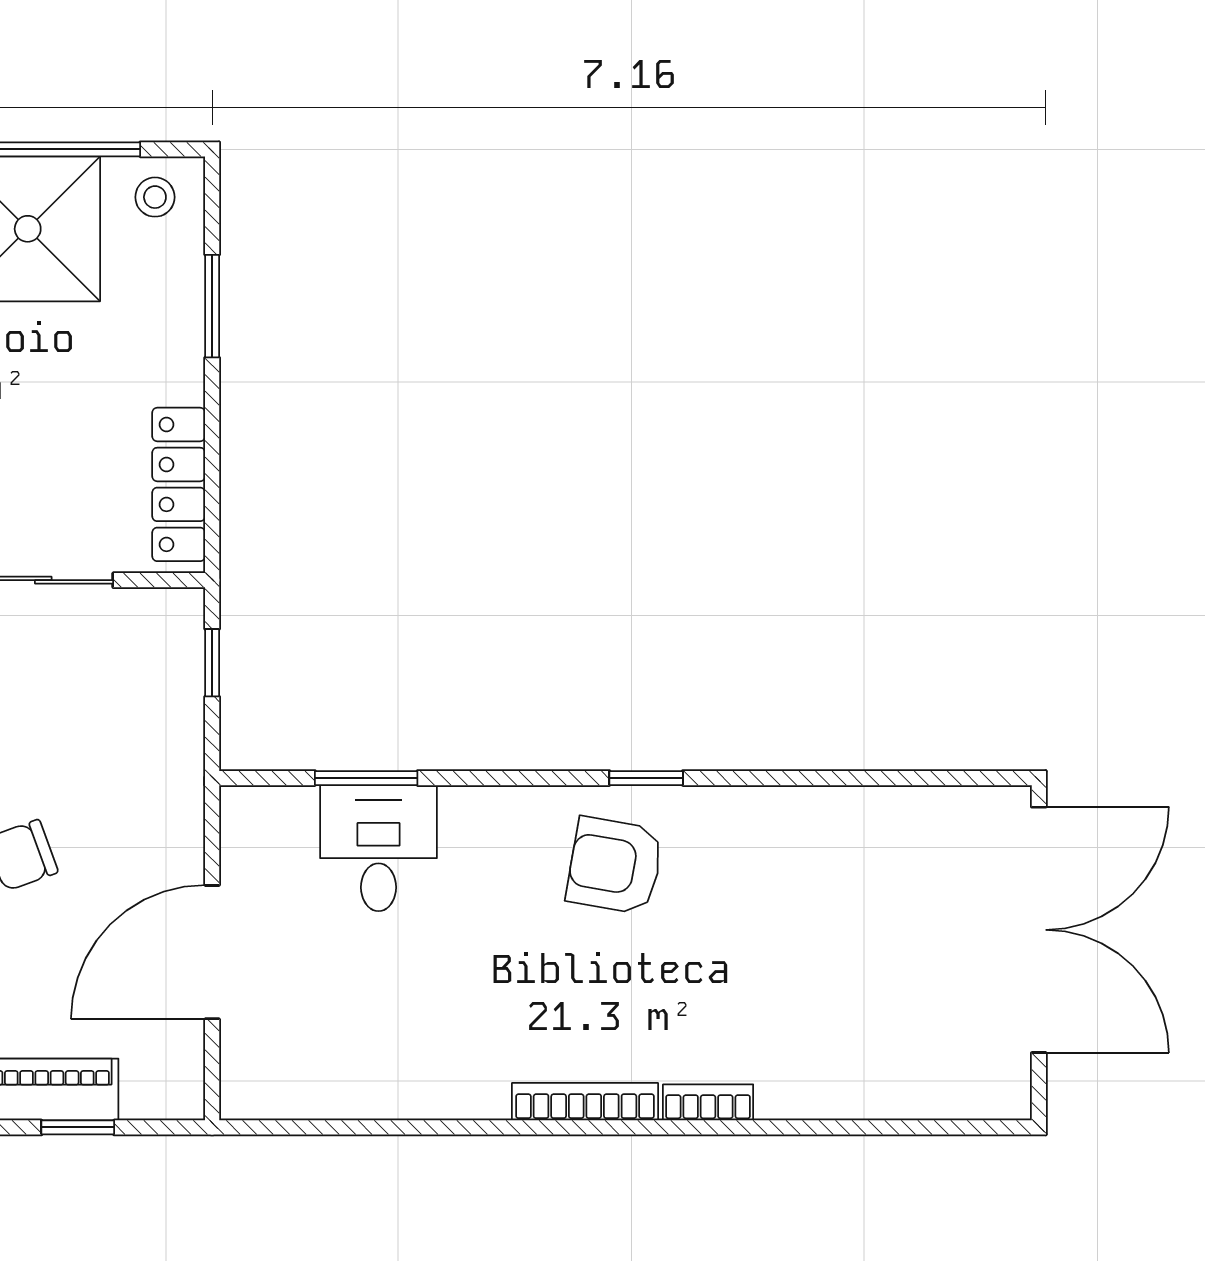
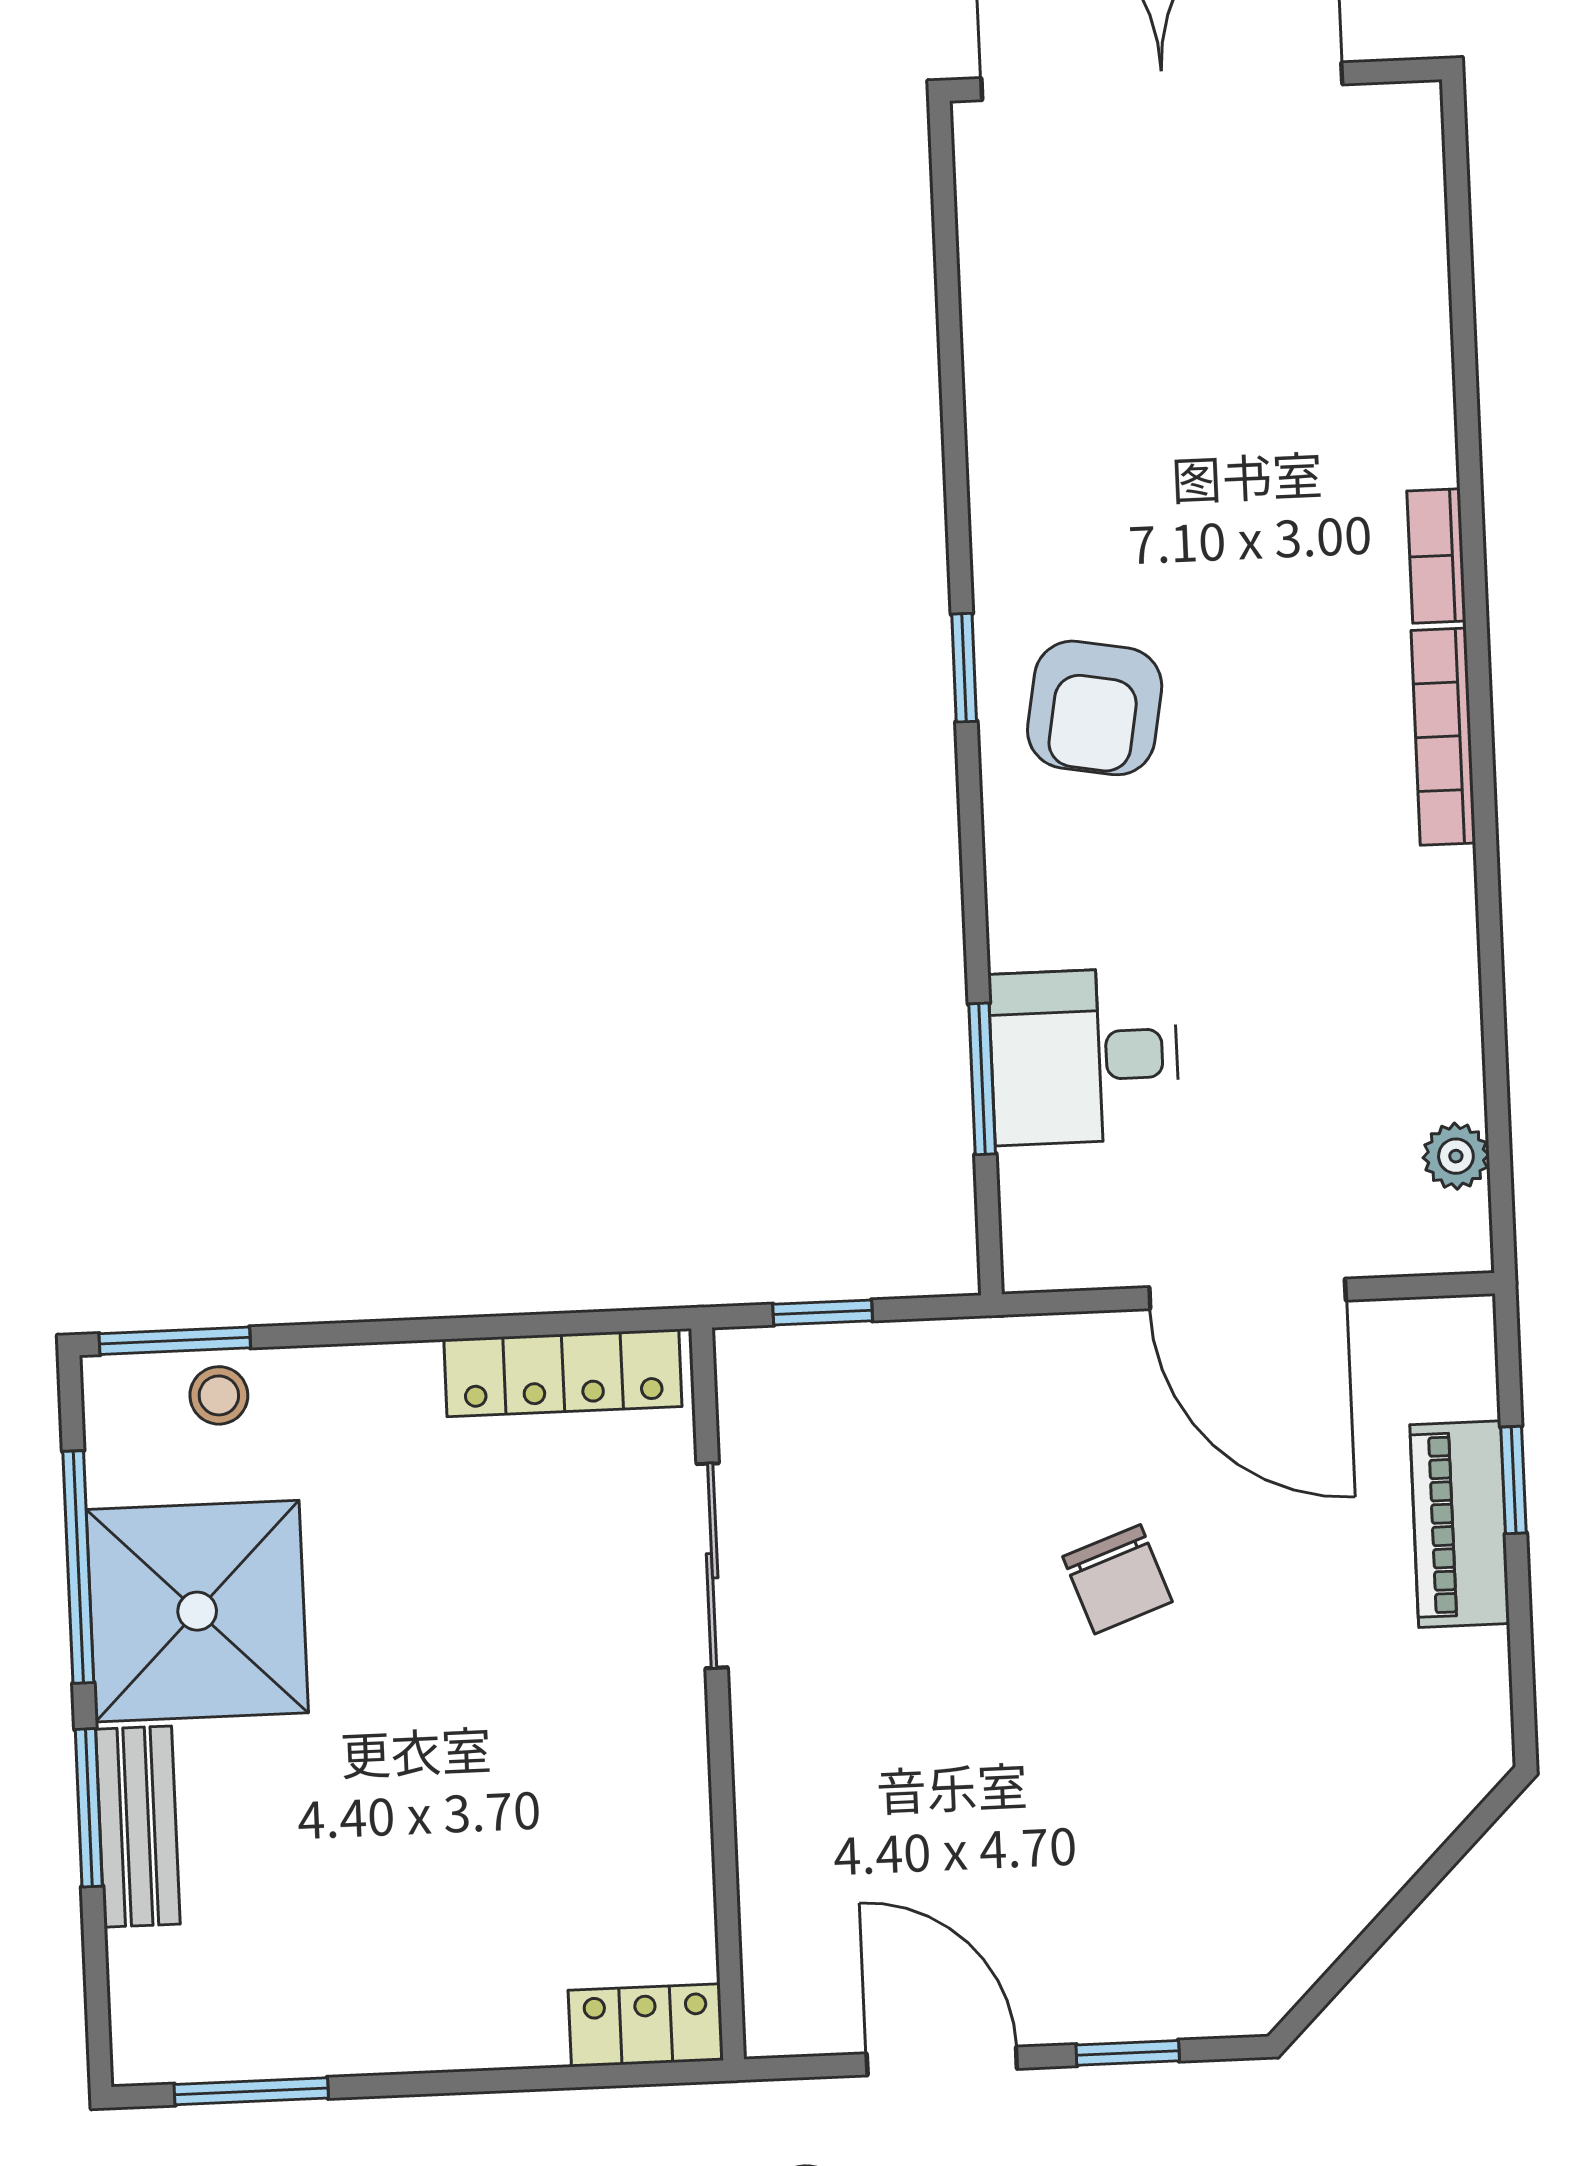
stool: (155, 197) -> (219, 1395), moved
window: (212, 306) -> (175, 1341), moved
plant: (300, 1098) -> (1456, 1156), added

